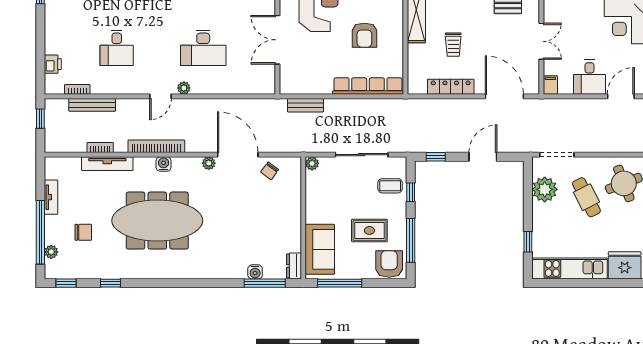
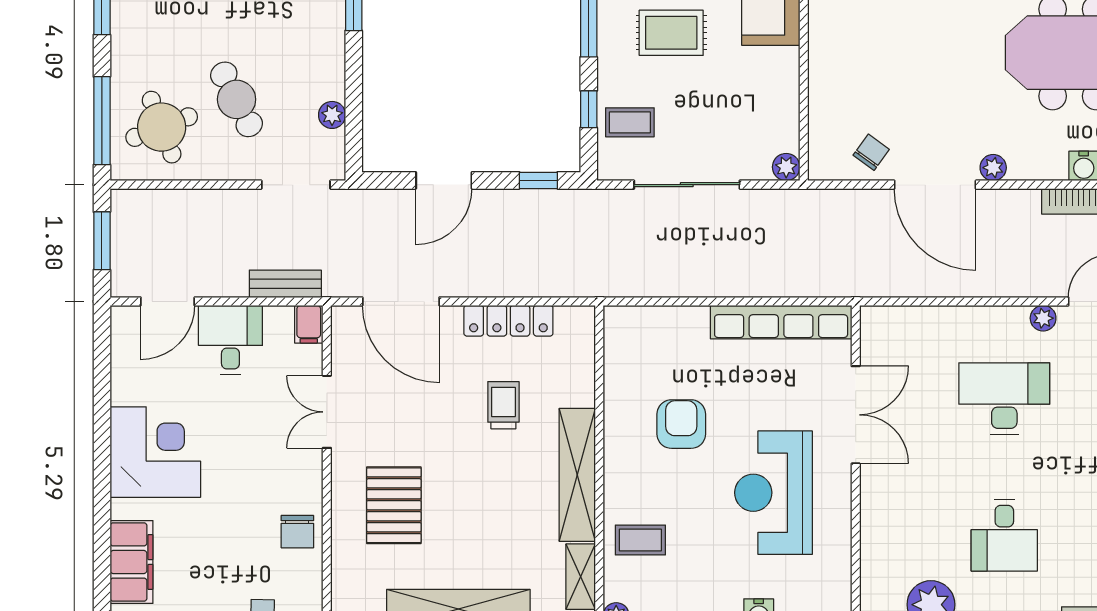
row of seats: (368, 86) -> (781, 322), moved
bench: (305, 105) -> (285, 284), moved
plant: (545, 189) -> (332, 115), width x0.53, depth x0.53

